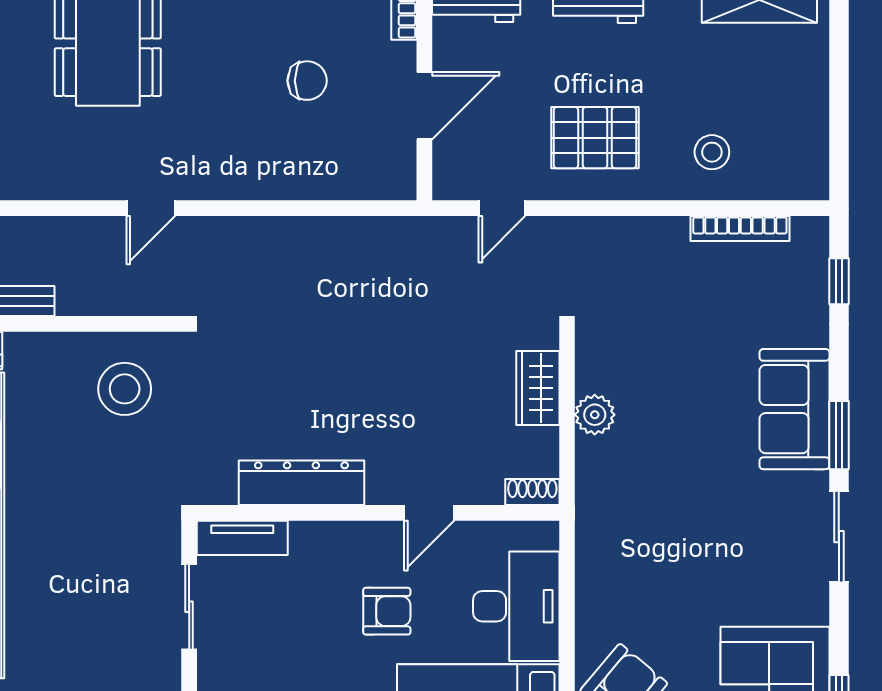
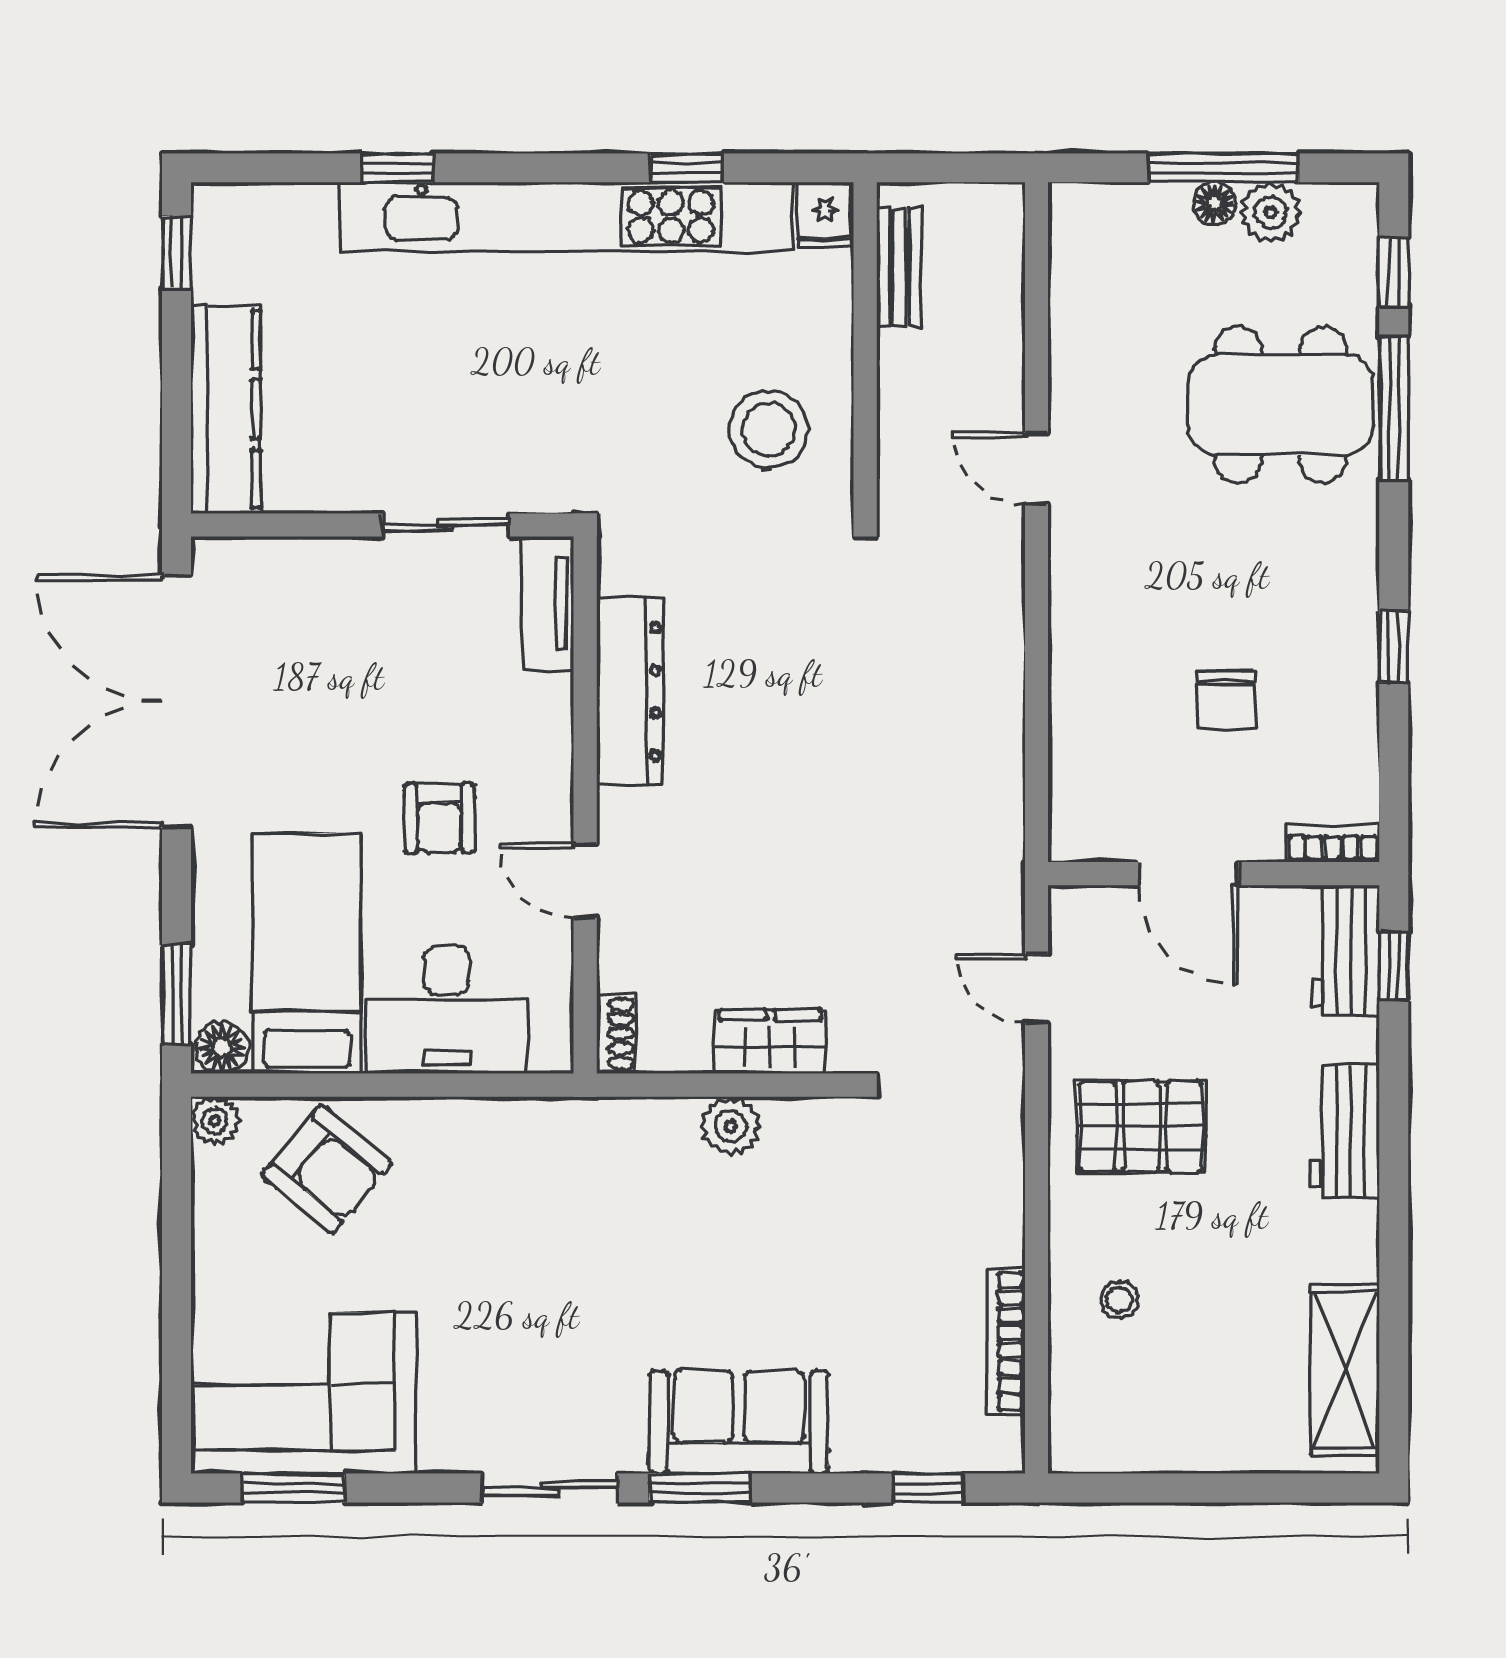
pallet: (595, 138) -> (1141, 1127), turned 90
stool: (712, 152) -> (1119, 1300), width x0.73, depth x0.73

